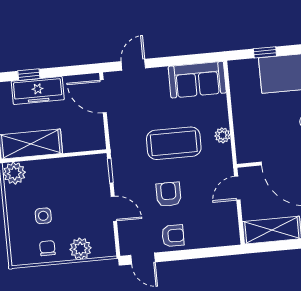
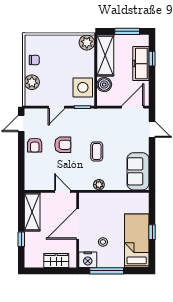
window: (265, 52) -> (152, 232), moved
boiler: (74, 142) -> (104, 85), added
coffee table: (174, 143) -> (97, 152), width x0.54, depth x0.58
side table: (43, 216) -> (83, 87), moved, width x1.87, depth x1.87

